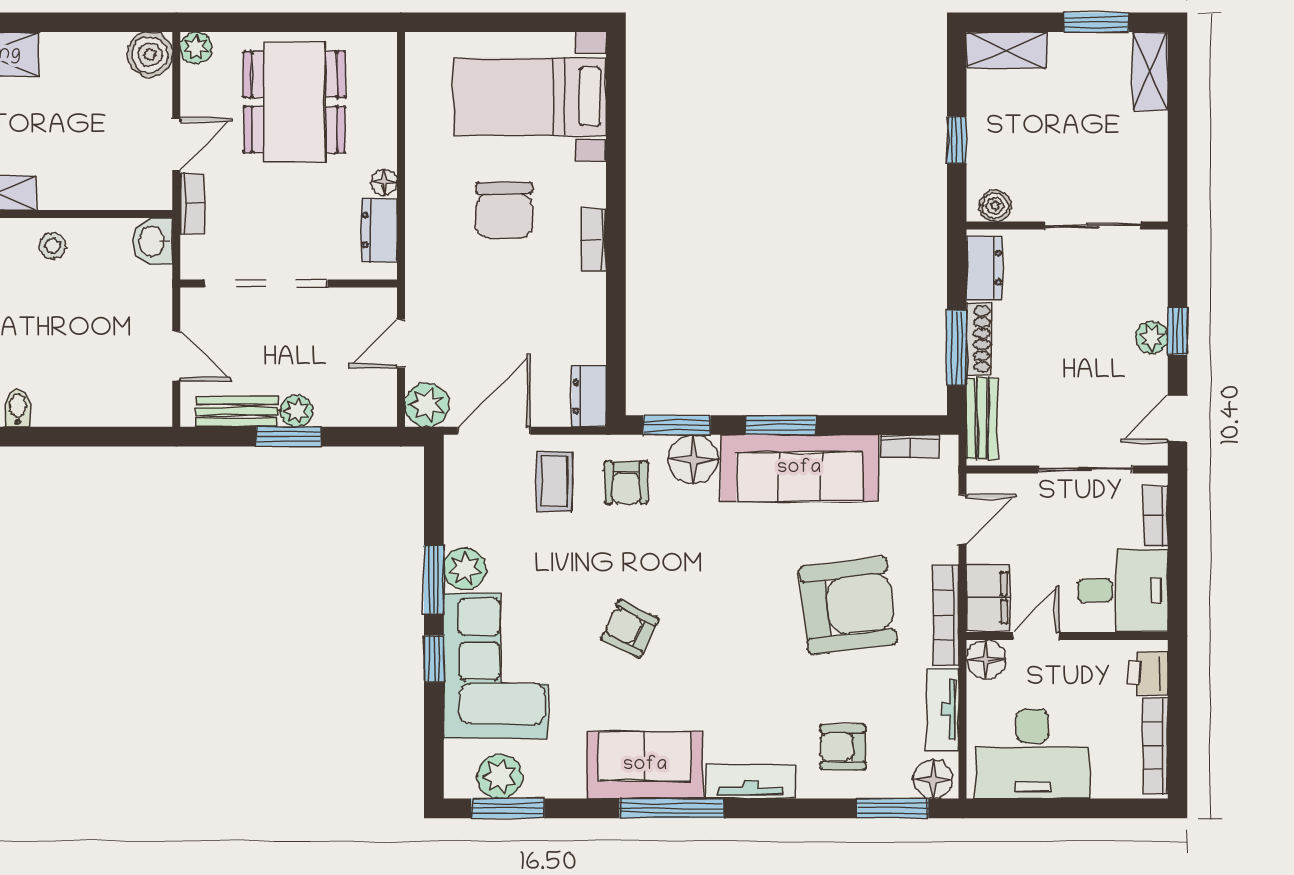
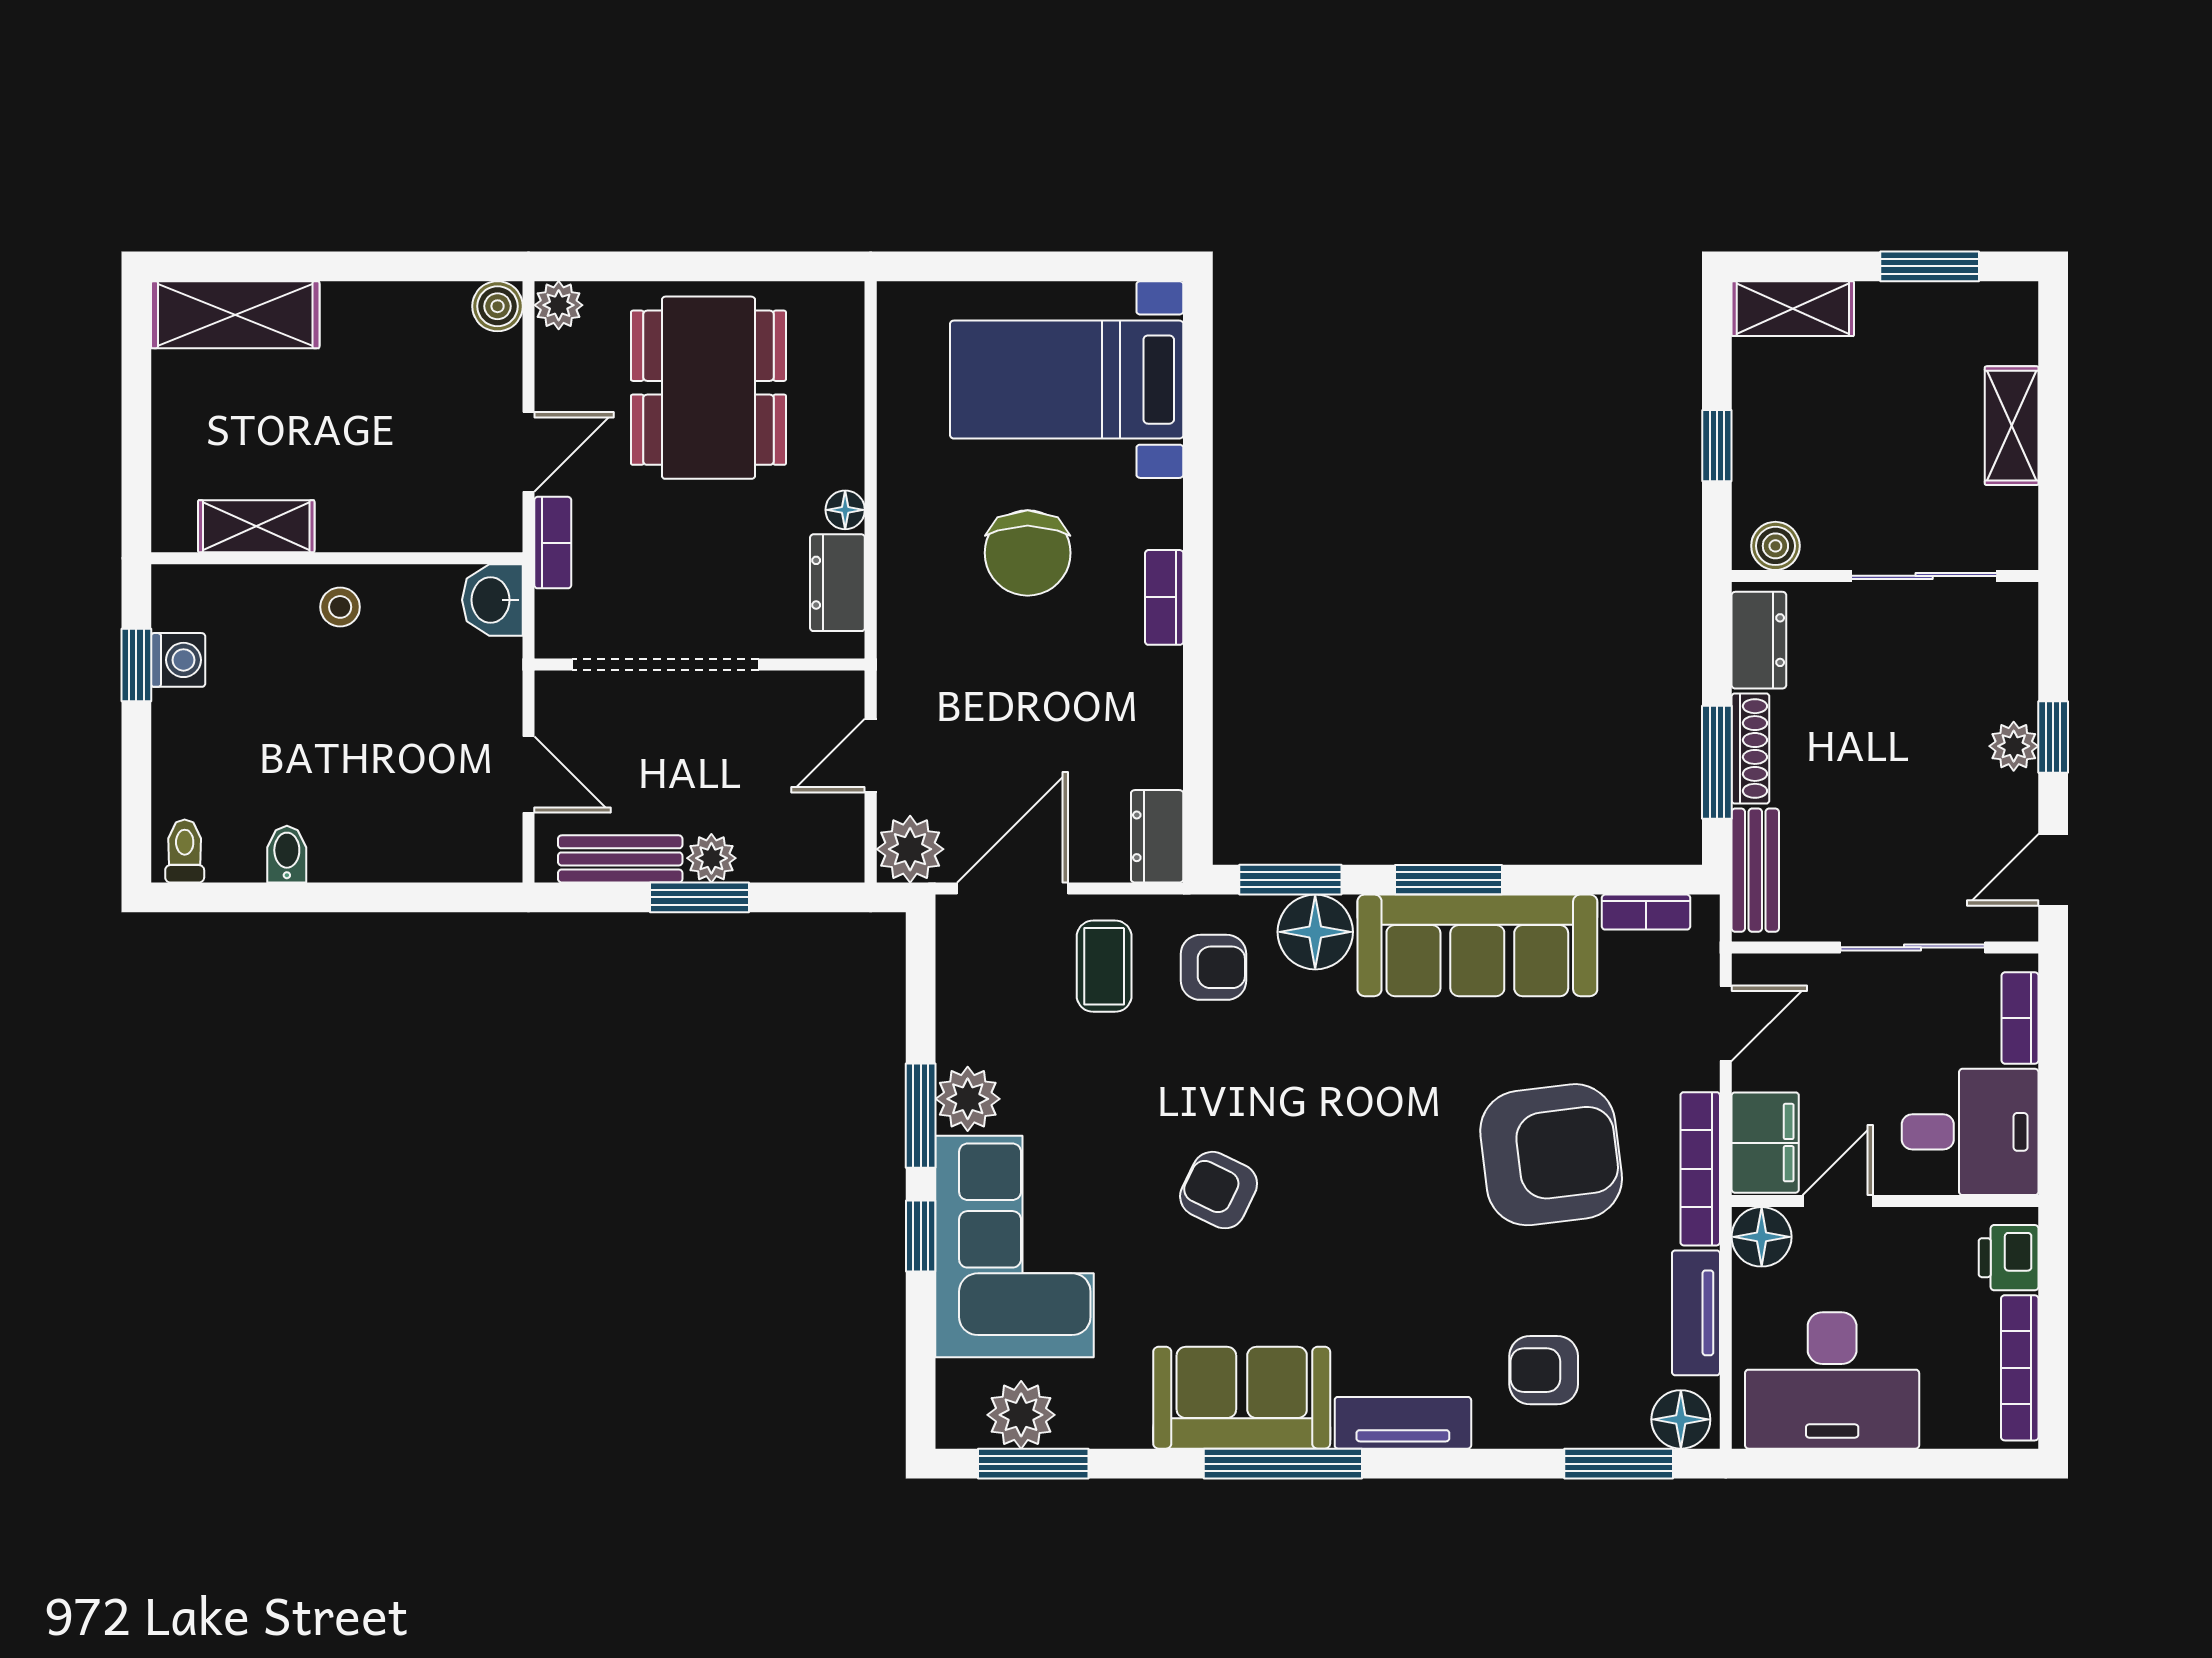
boiler: (150, 54) -> (498, 306), width x0.73, depth x0.73
shelving: (1150, 71) -> (2012, 426), moved
armchair: (626, 483) -> (1214, 967), turned -90

